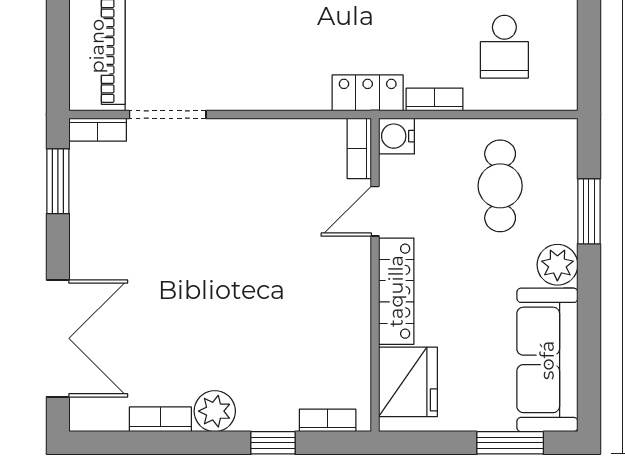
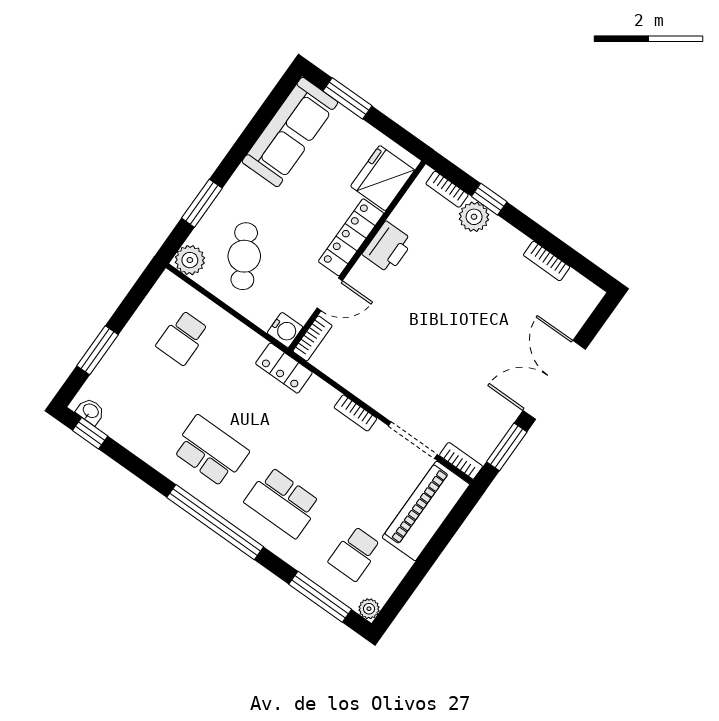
school desk: (504, 47) -> (183, 338), turned 180
bookcase: (435, 99) -> (355, 413), moved
cafe table: (500, 186) -> (244, 256), turned -31
plant: (557, 265) -> (190, 260), moved
printer: (348, 309) -> (388, 247), added
double door: (58, 338) -> (554, 380), moved
plant: (215, 411) -> (474, 217), moved

